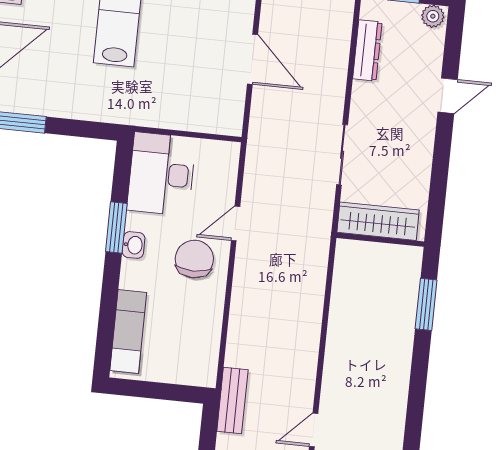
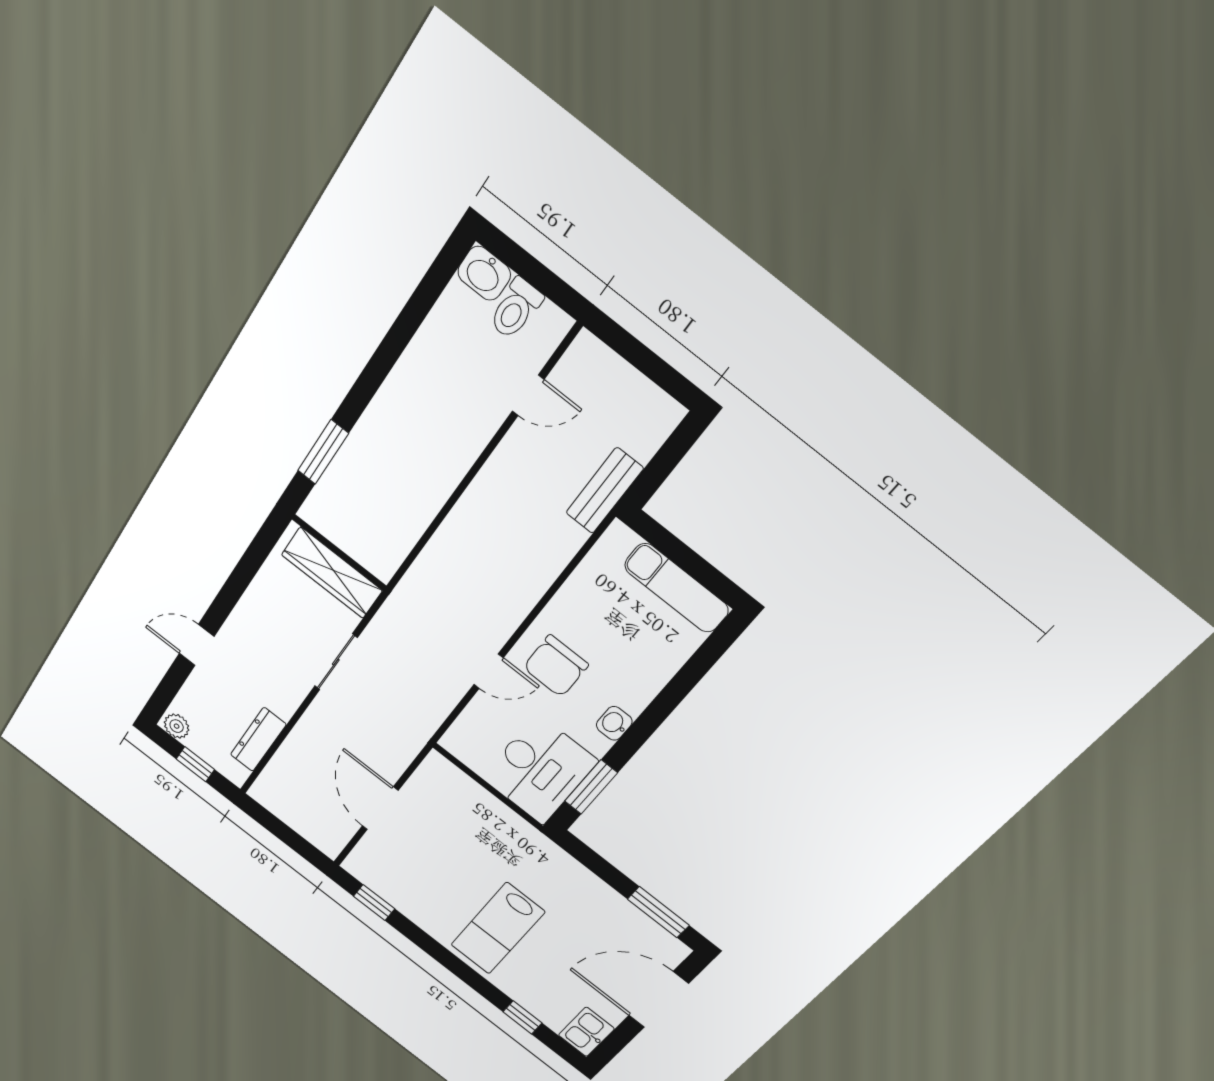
window: (116, 227) -> (591, 787), moved
exam couch: (128, 332) -> (676, 588), moved, turned -90

